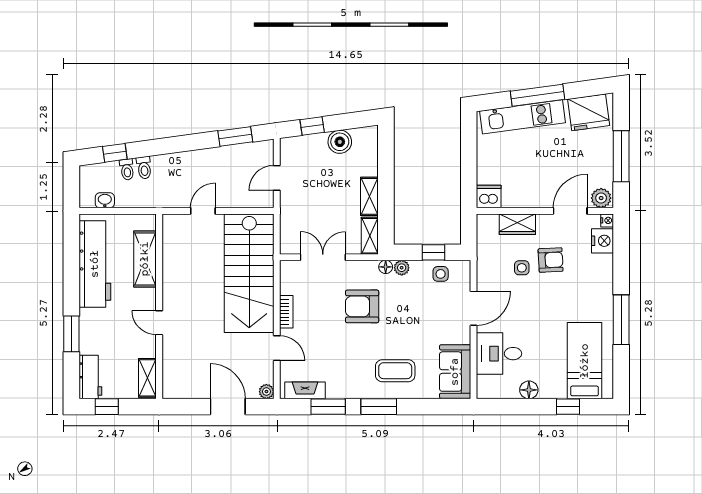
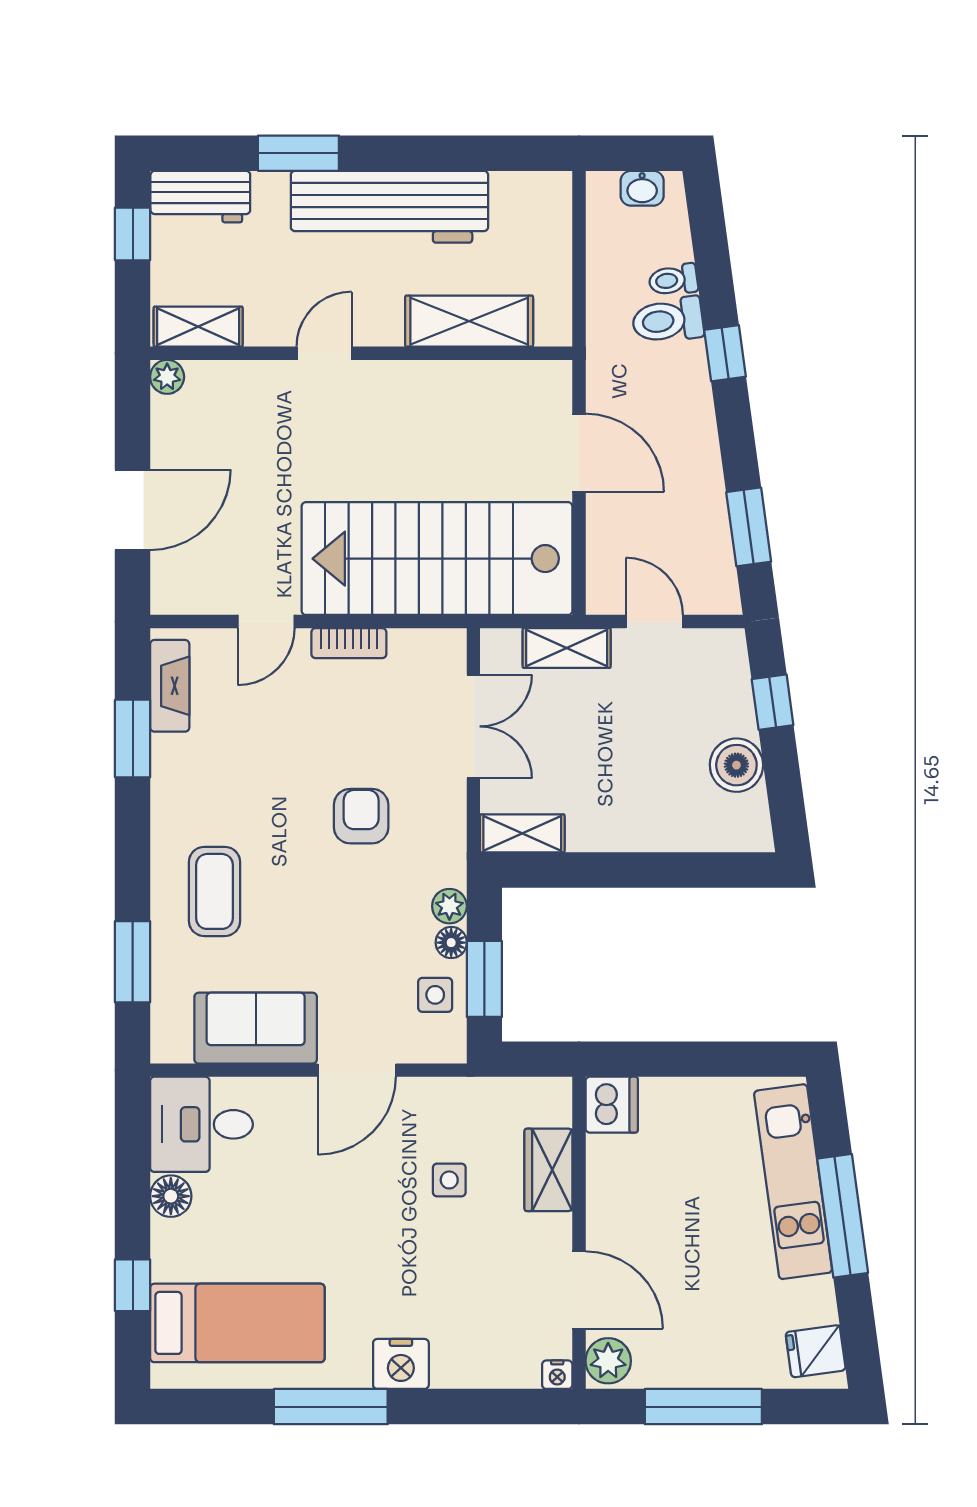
fridge: (589, 112) -> (816, 1351), width x0.53, depth x0.75
window: (115, 153) -> (725, 353), moved
toilet: (144, 168) -> (668, 320), width x1.37, depth x1.39
shelving: (369, 196) -> (567, 648), moved
washbasin: (105, 200) -> (642, 188), moved, turned 90
door: (203, 211) -> (579, 453), width x1.38
nightstand: (602, 241) -> (401, 1364), moved
window: (434, 252) -> (484, 979), width x1.50
armchair: (551, 260) -> (467, 1246), removed
workbench: (95, 264) -> (389, 207), moved
floor lamp: (386, 267) -> (451, 943), moved
armchair: (362, 306) -> (361, 816), width x0.72, depth x0.72
door: (474, 308) -> (357, 1070), hinge flipped
desk: (499, 354) -> (201, 1124), moved, turned -90
sofa: (455, 372) -> (256, 1028), moved
plant: (266, 392) -> (167, 377), moved
window: (379, 407) -> (133, 962), moved

